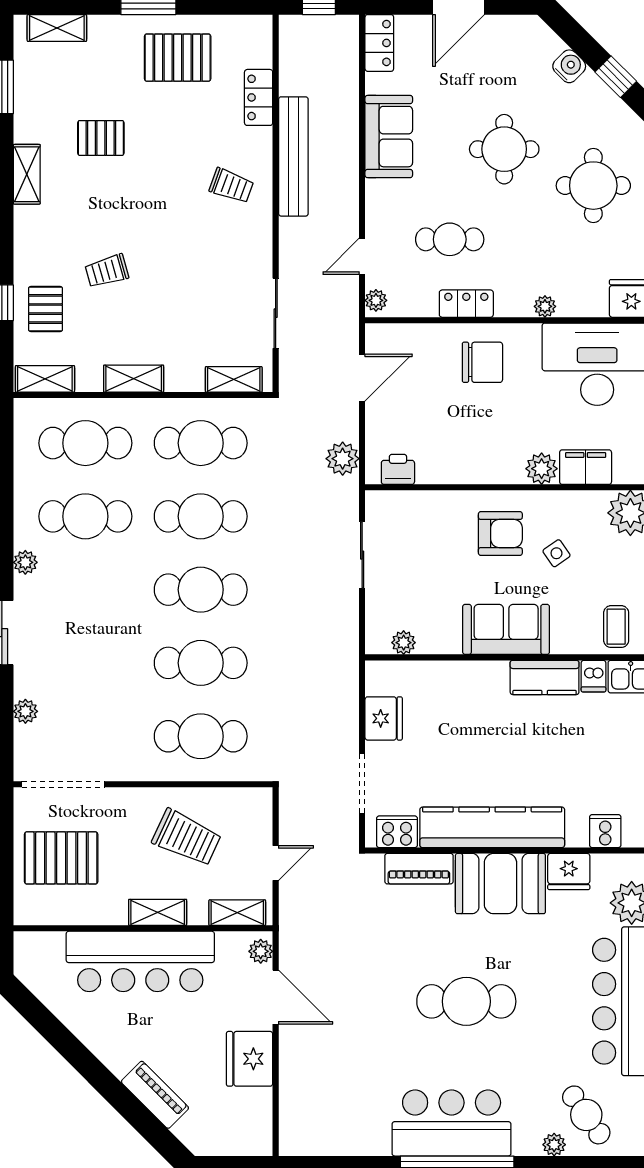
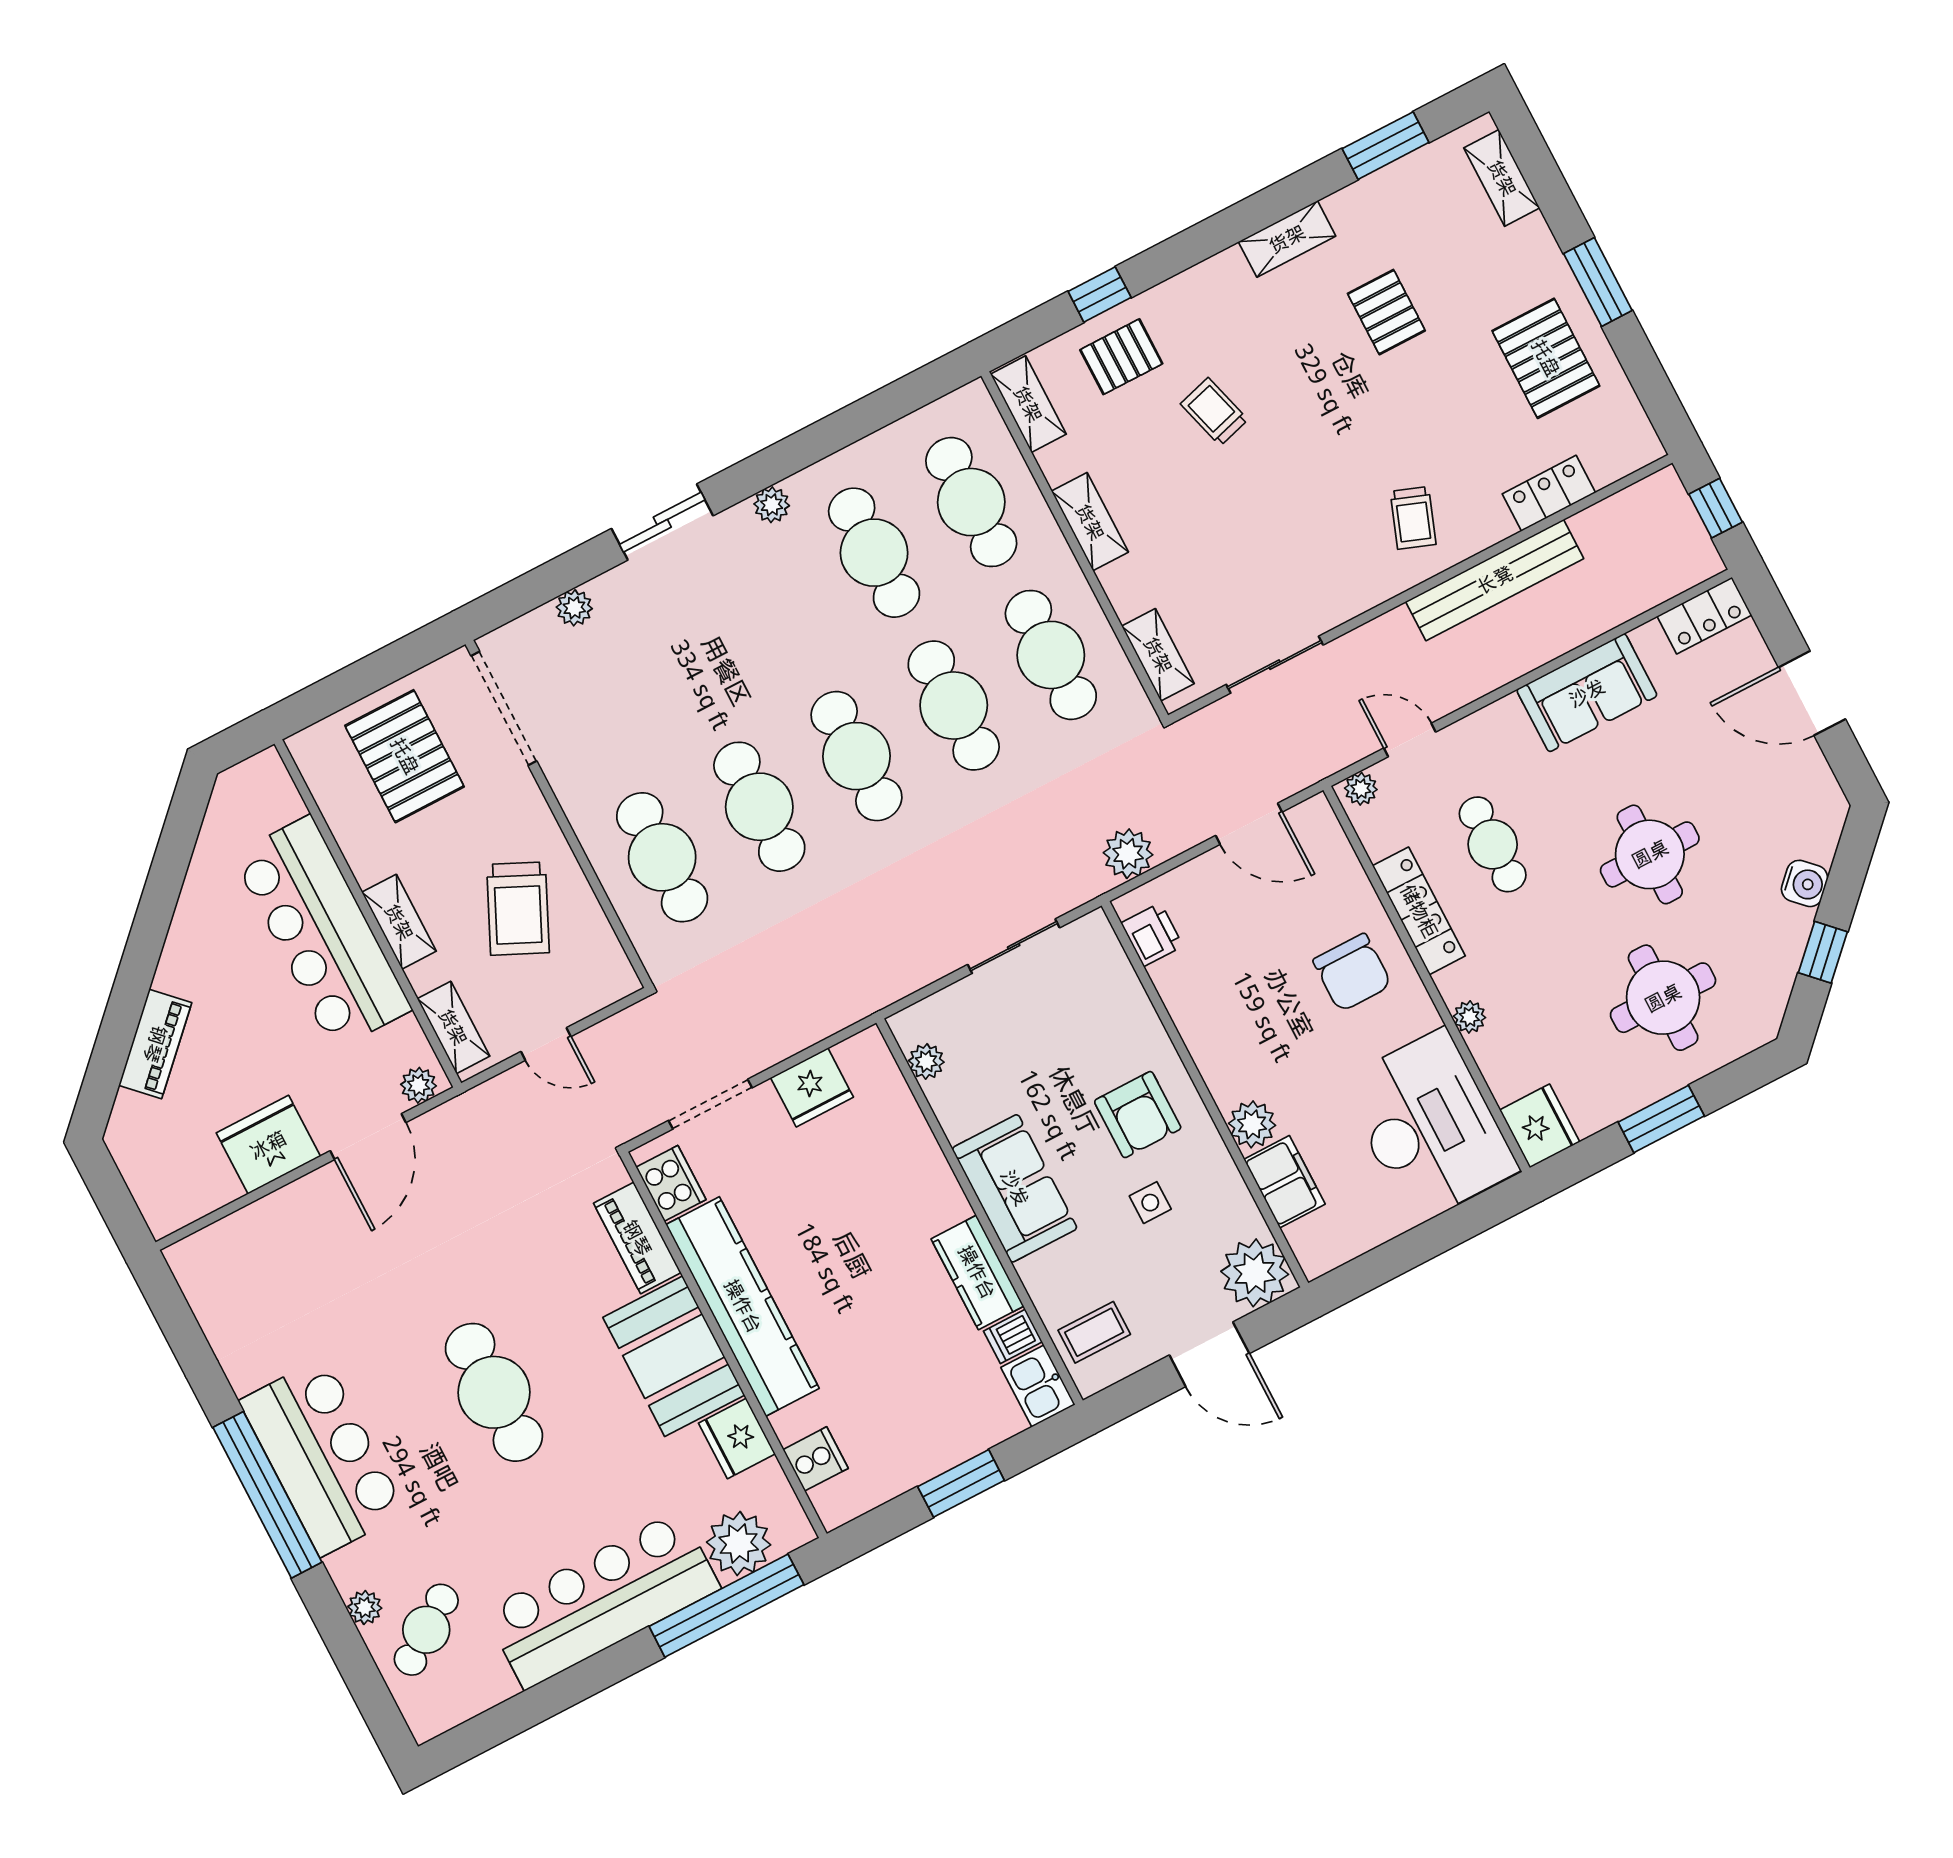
locker: (466, 304) -> (1419, 911), width x1.53
side table: (556, 553) -> (1150, 1203), turned 35

